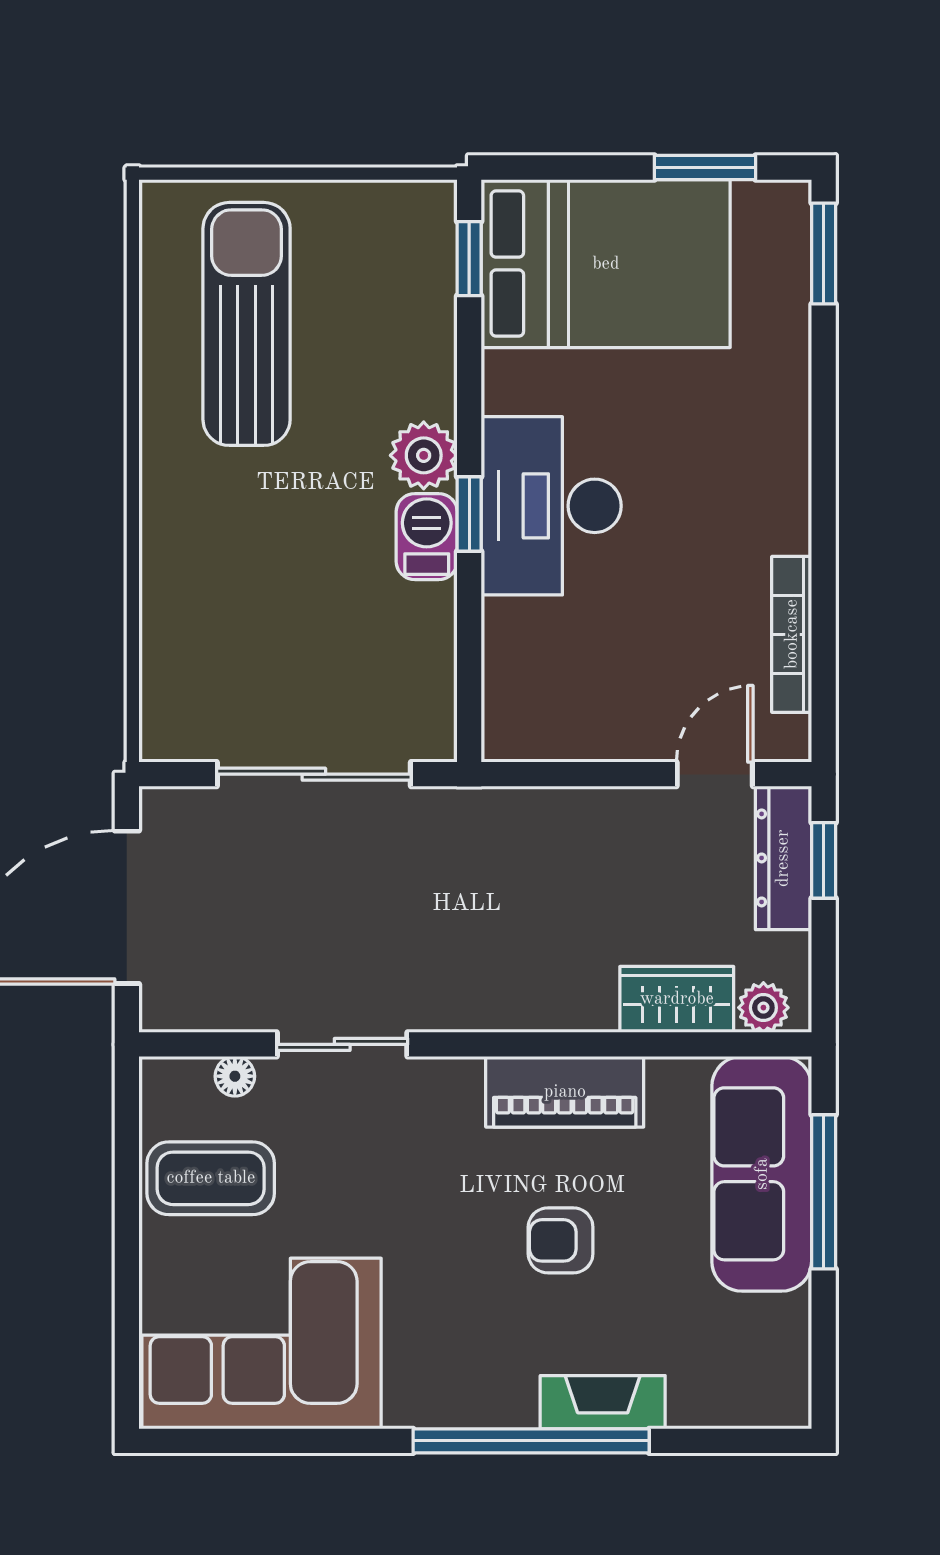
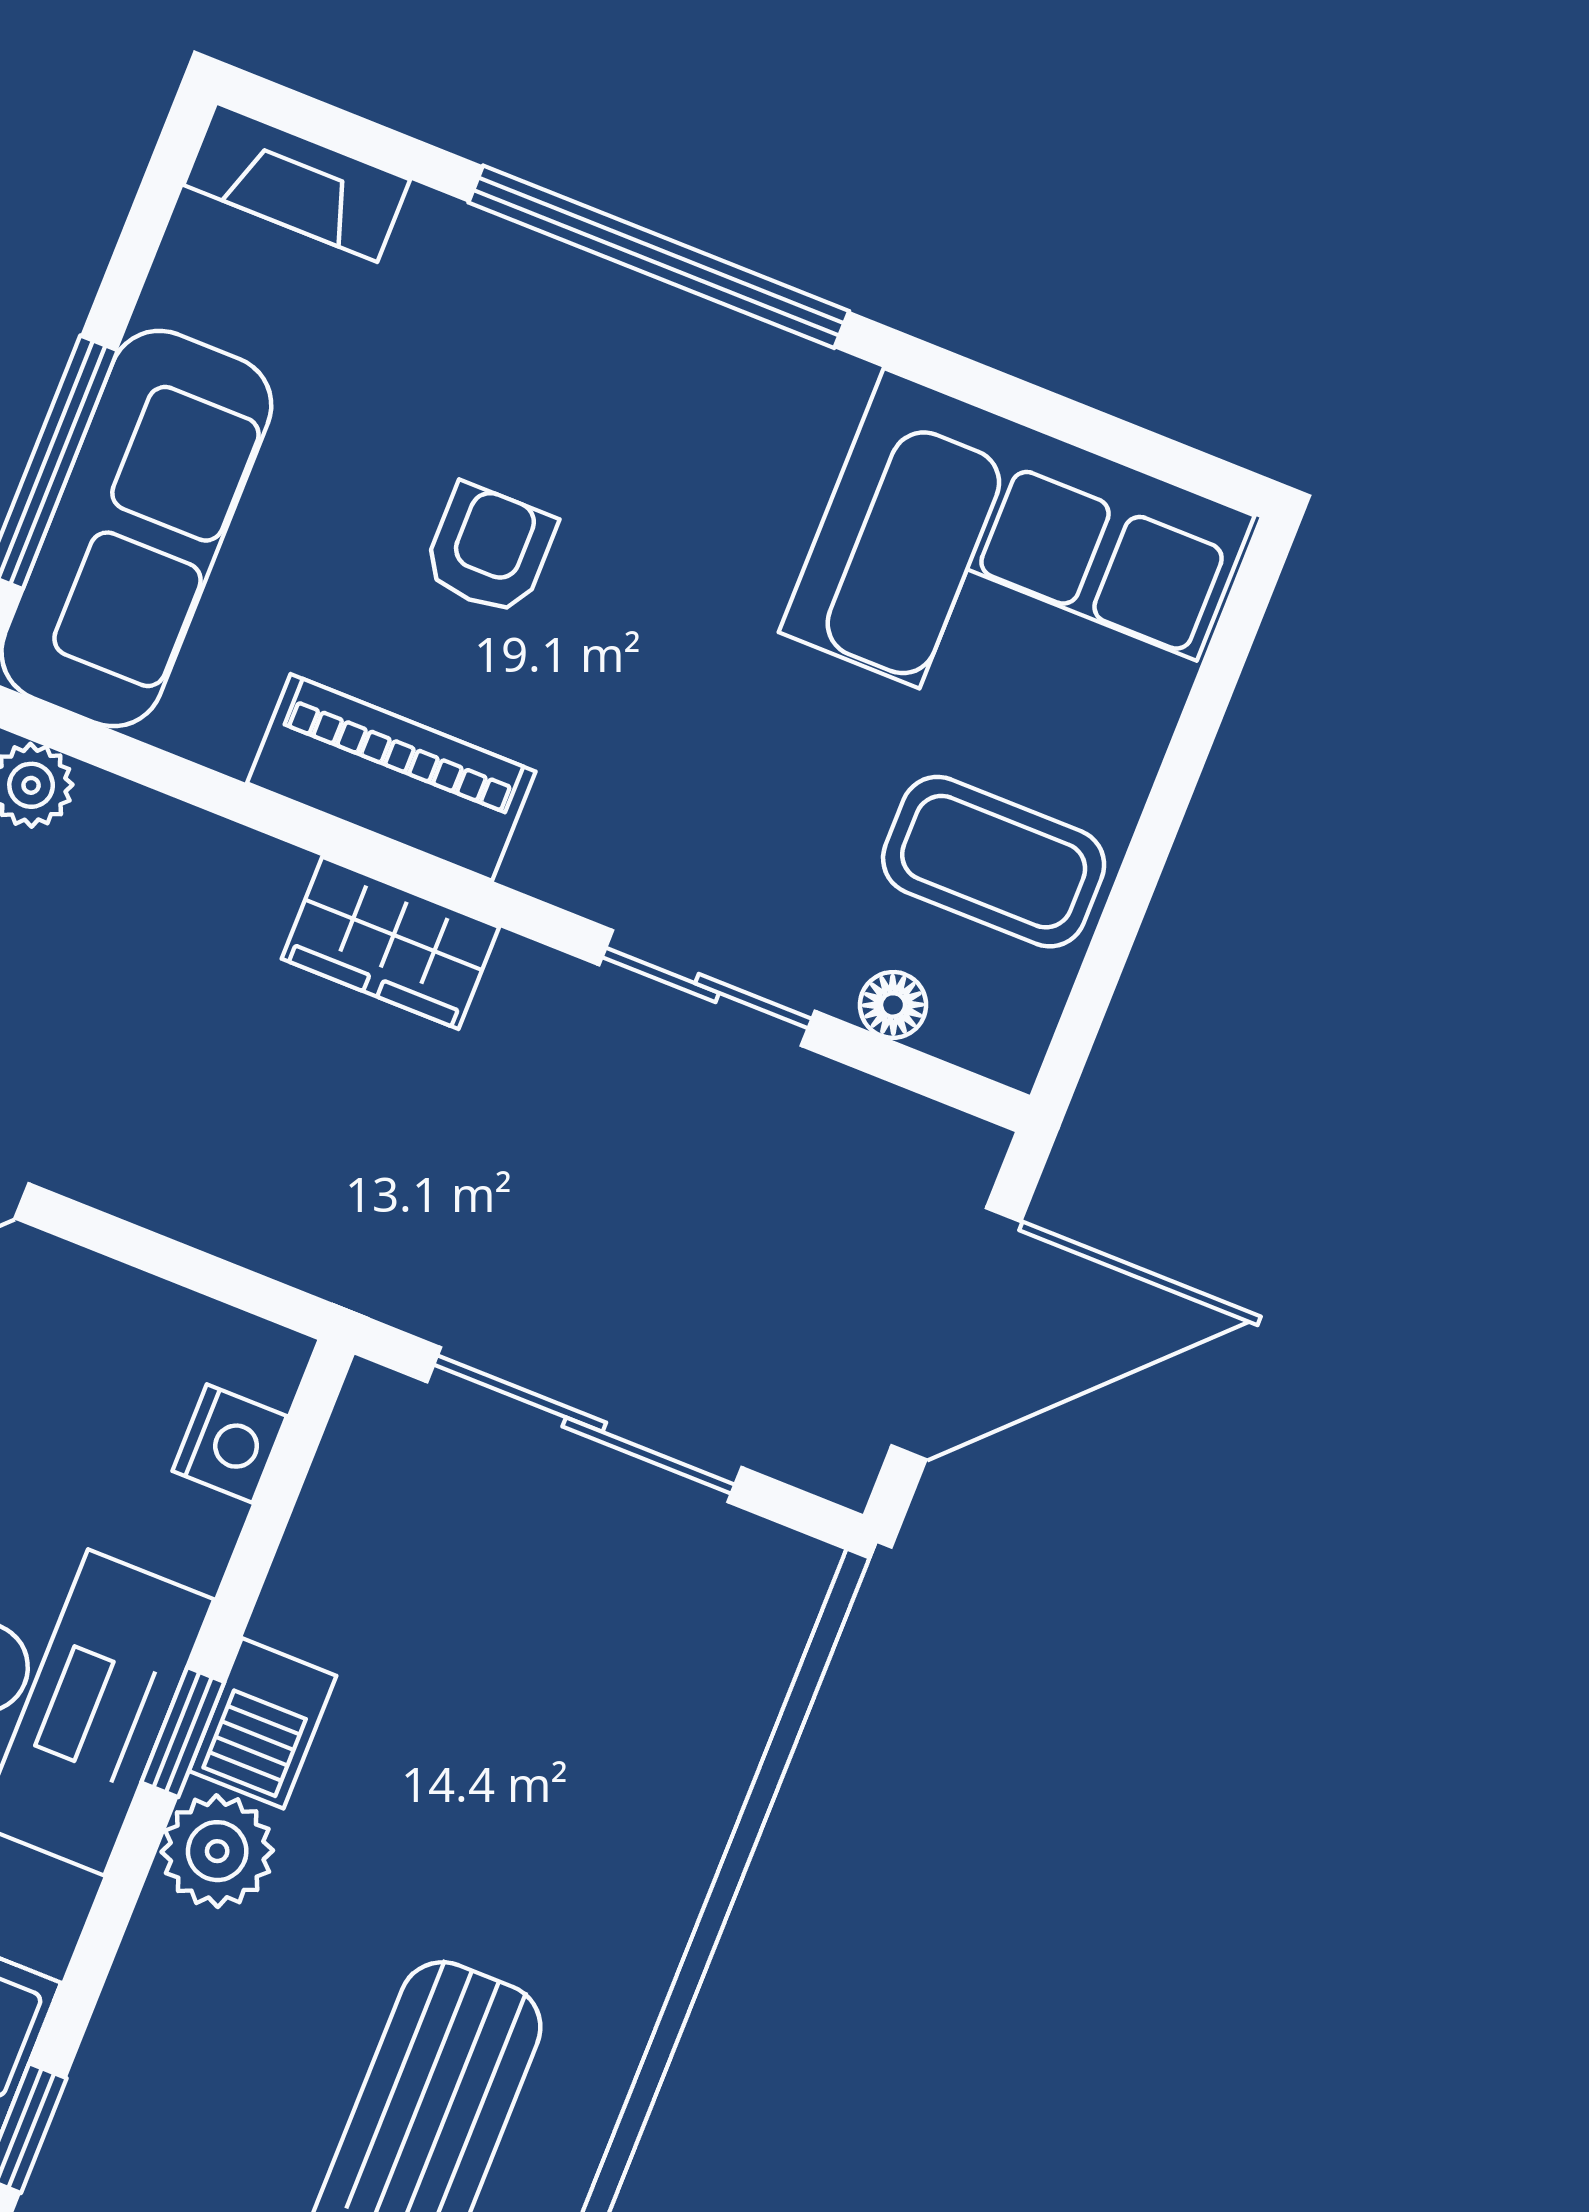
nightstand: (507, 685) -> (230, 1444), added
wardrobe: (677, 999) -> (390, 943), moved
armchair: (561, 1240) -> (489, 549), turned -90
fireplace: (603, 1402) -> (297, 182), moved

